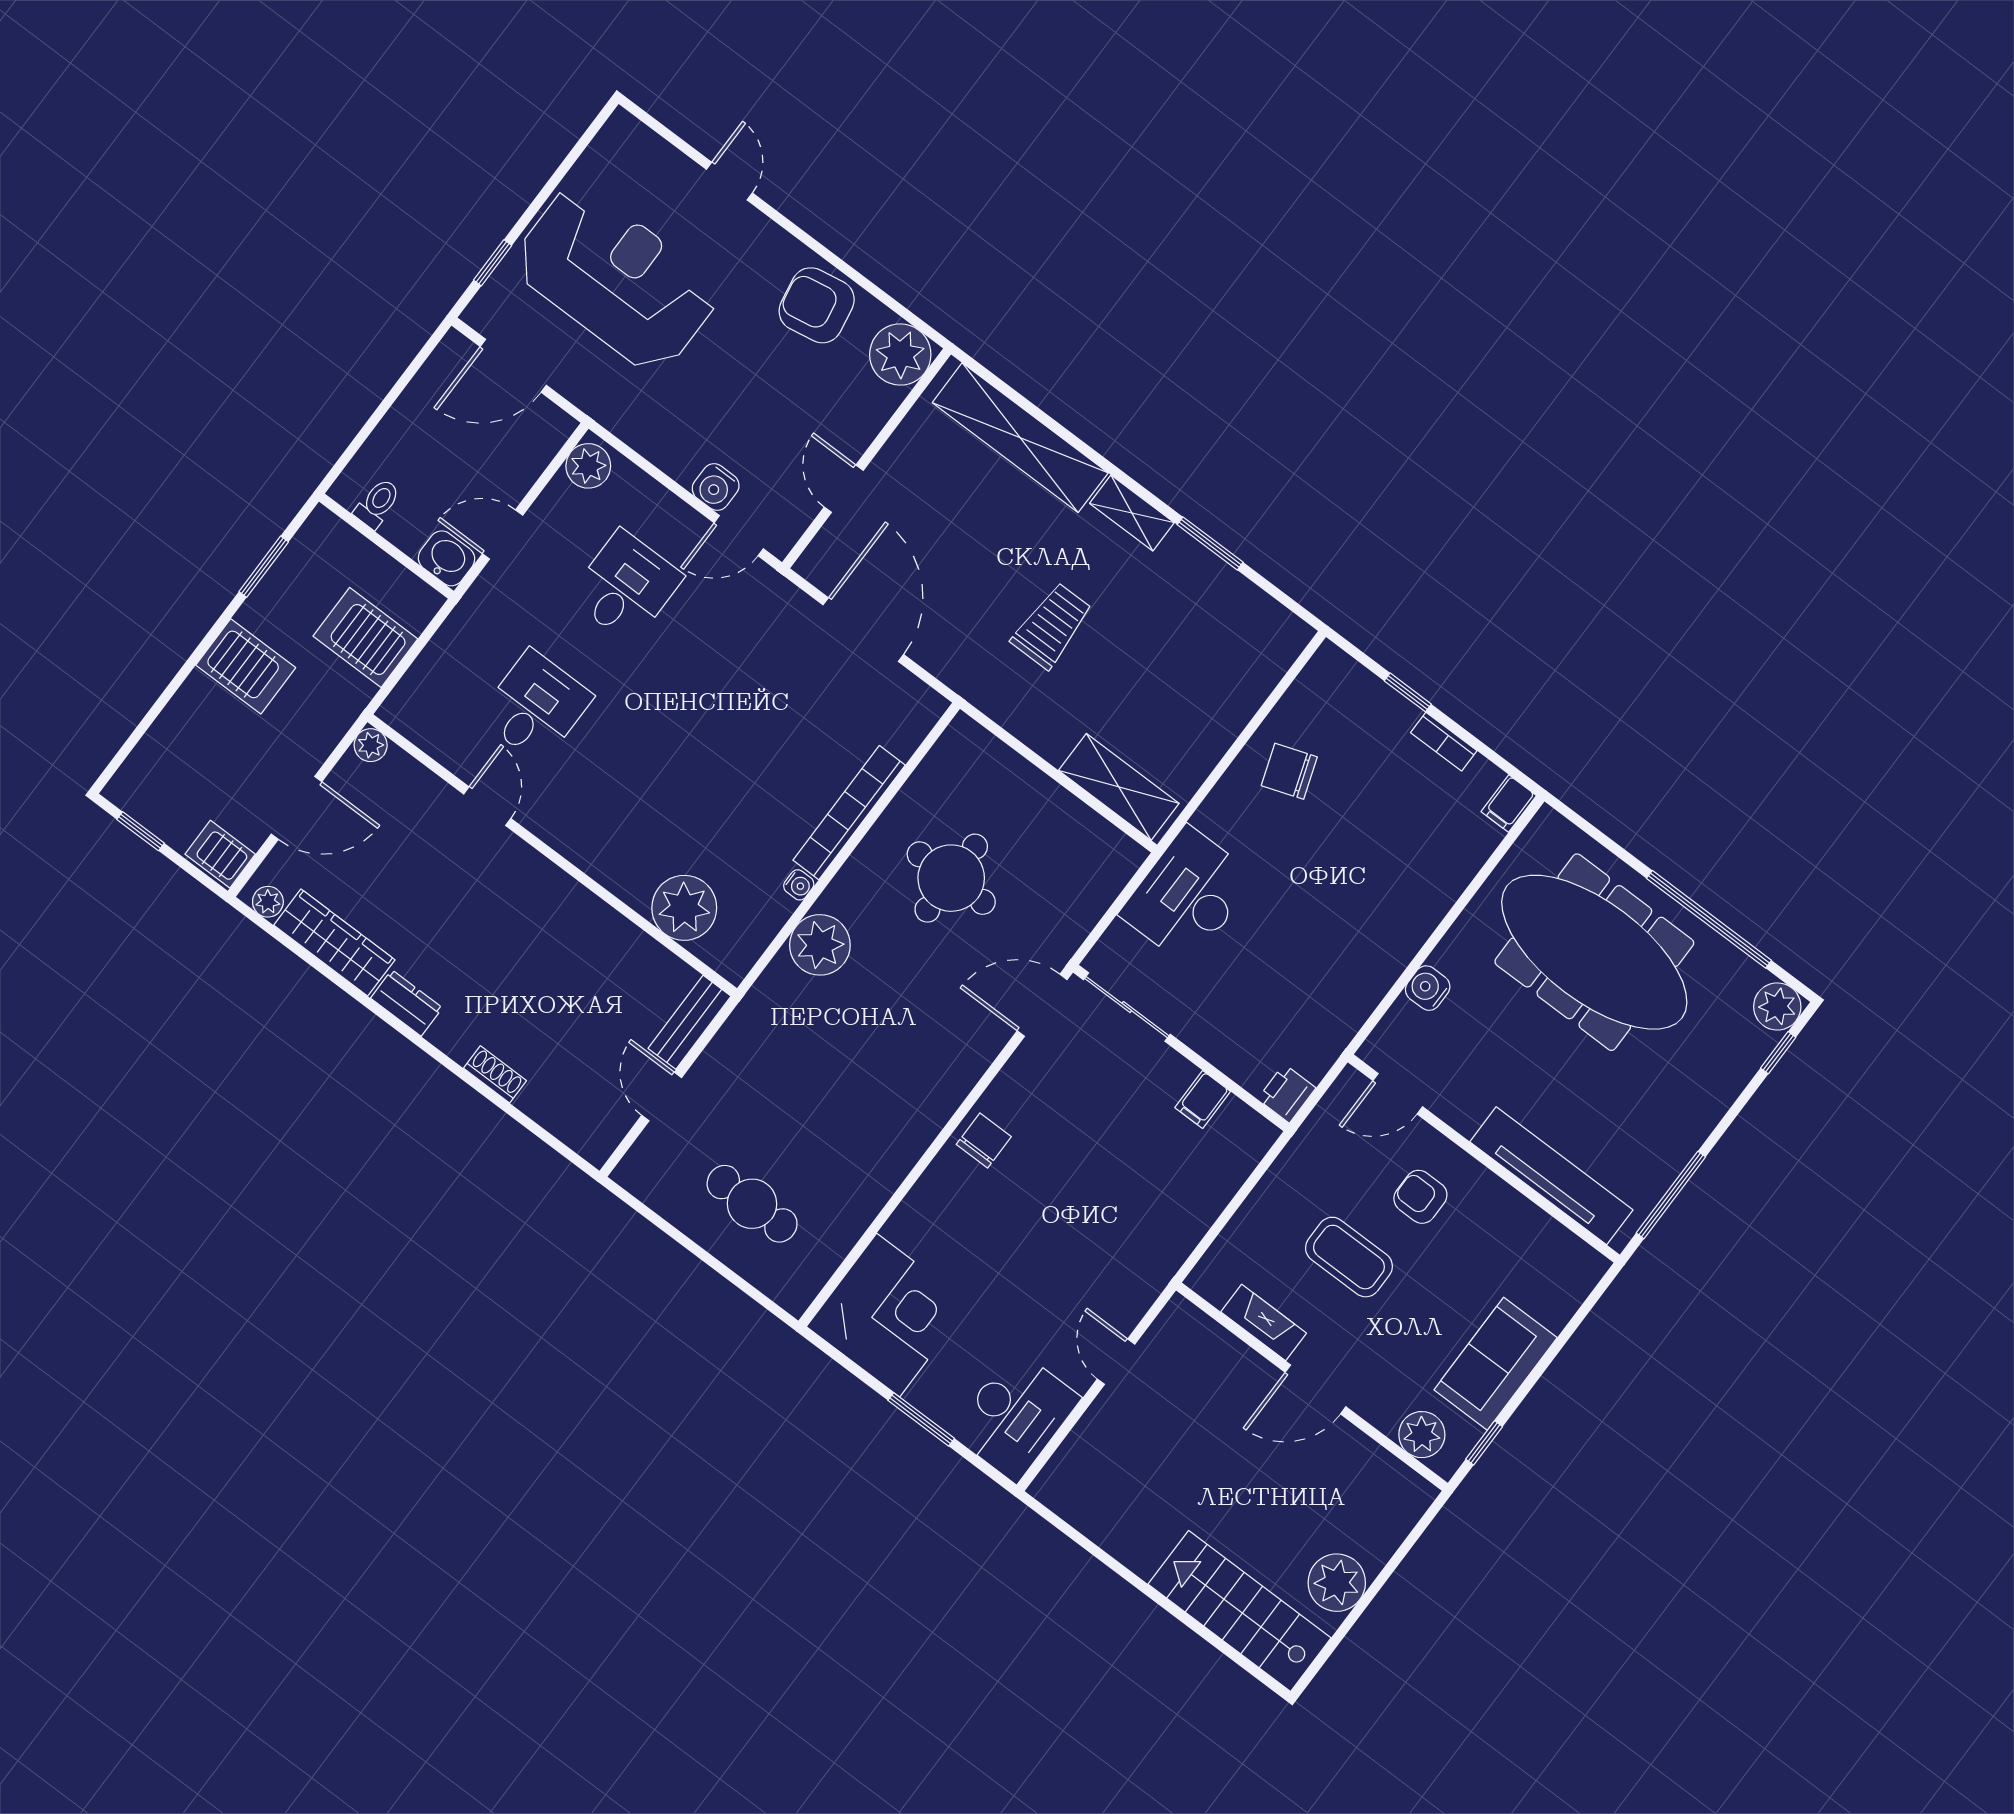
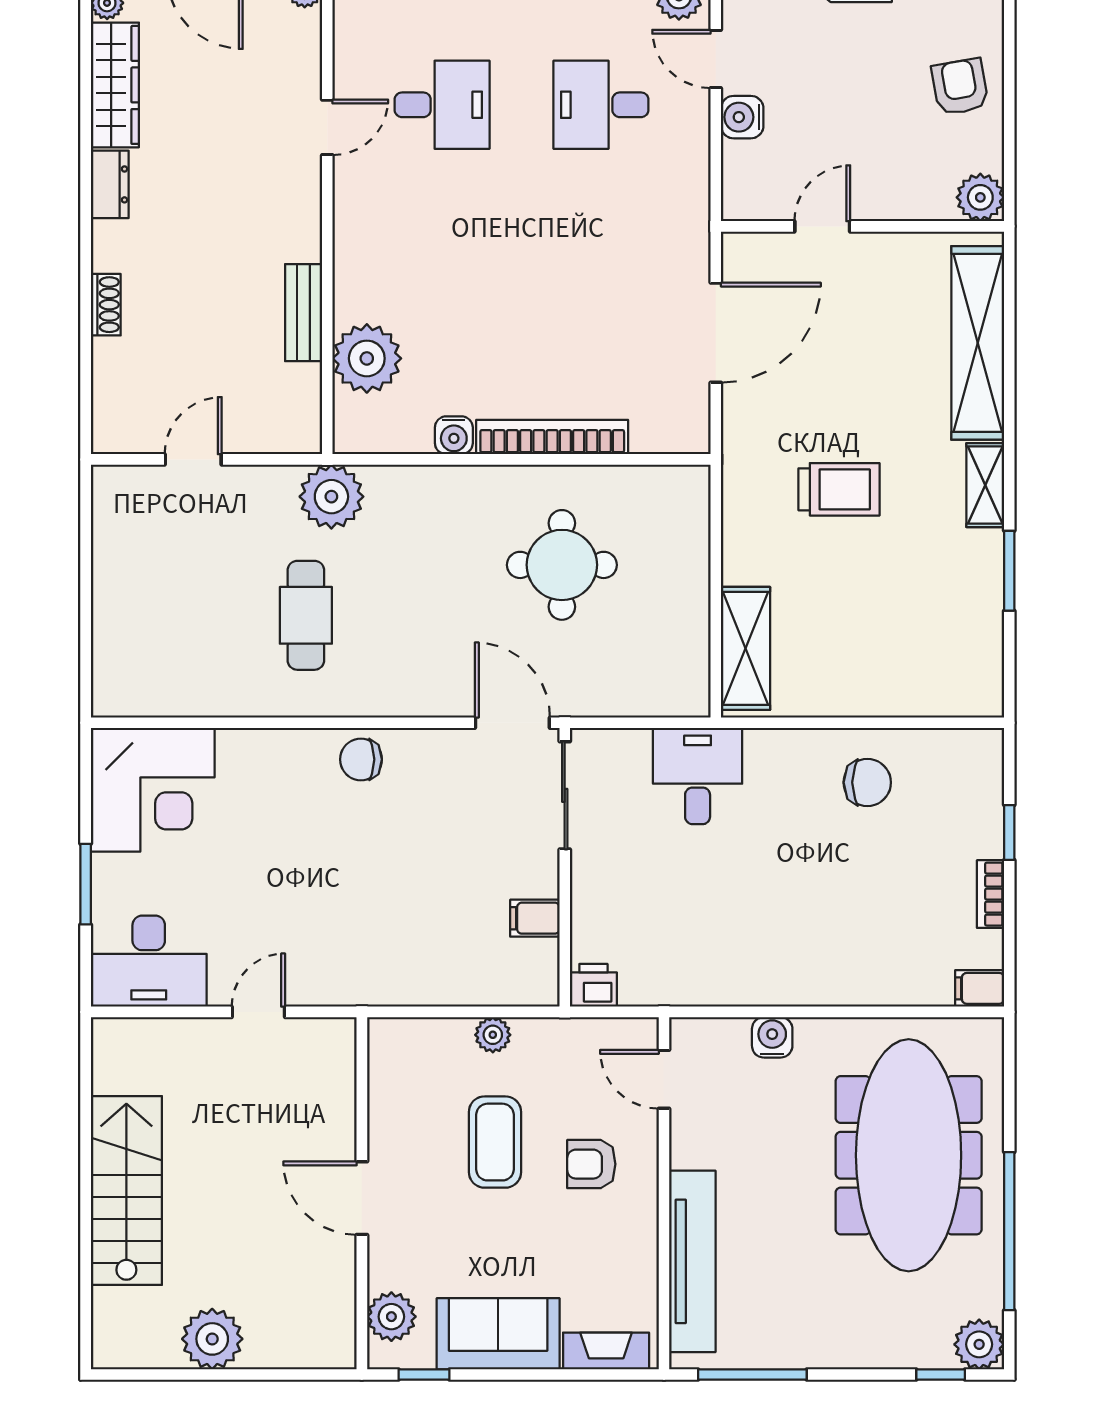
armchair: (817, 305) -> (960, 87), width x0.72, depth x0.72
plant: (900, 354) -> (980, 197), width x0.73, depth x0.73
door: (739, 536) -> (716, 59), moved
desk: (626, 587) -> (601, 105), turned 180
chair: (1289, 771) -> (867, 782), turned 109
water cooler: (799, 885) -> (454, 435), width x1.38, depth x1.38
desk: (1188, 896) -> (698, 776), width x0.73
plant: (820, 945) -> (331, 497), moved
bench: (690, 1022) -> (304, 313), moved, turned 90
chair: (984, 1140) -> (361, 759), turned 180
armchair: (1420, 1197) -> (591, 1164), turned -90
plant: (1267, 1198) -> (493, 1035), added
cafe table: (752, 1204) -> (306, 615), moved
fireplace: (1264, 1322) -> (606, 1351), moved, turned -90
stairs: (1240, 1611) -> (126, 1190), moved

